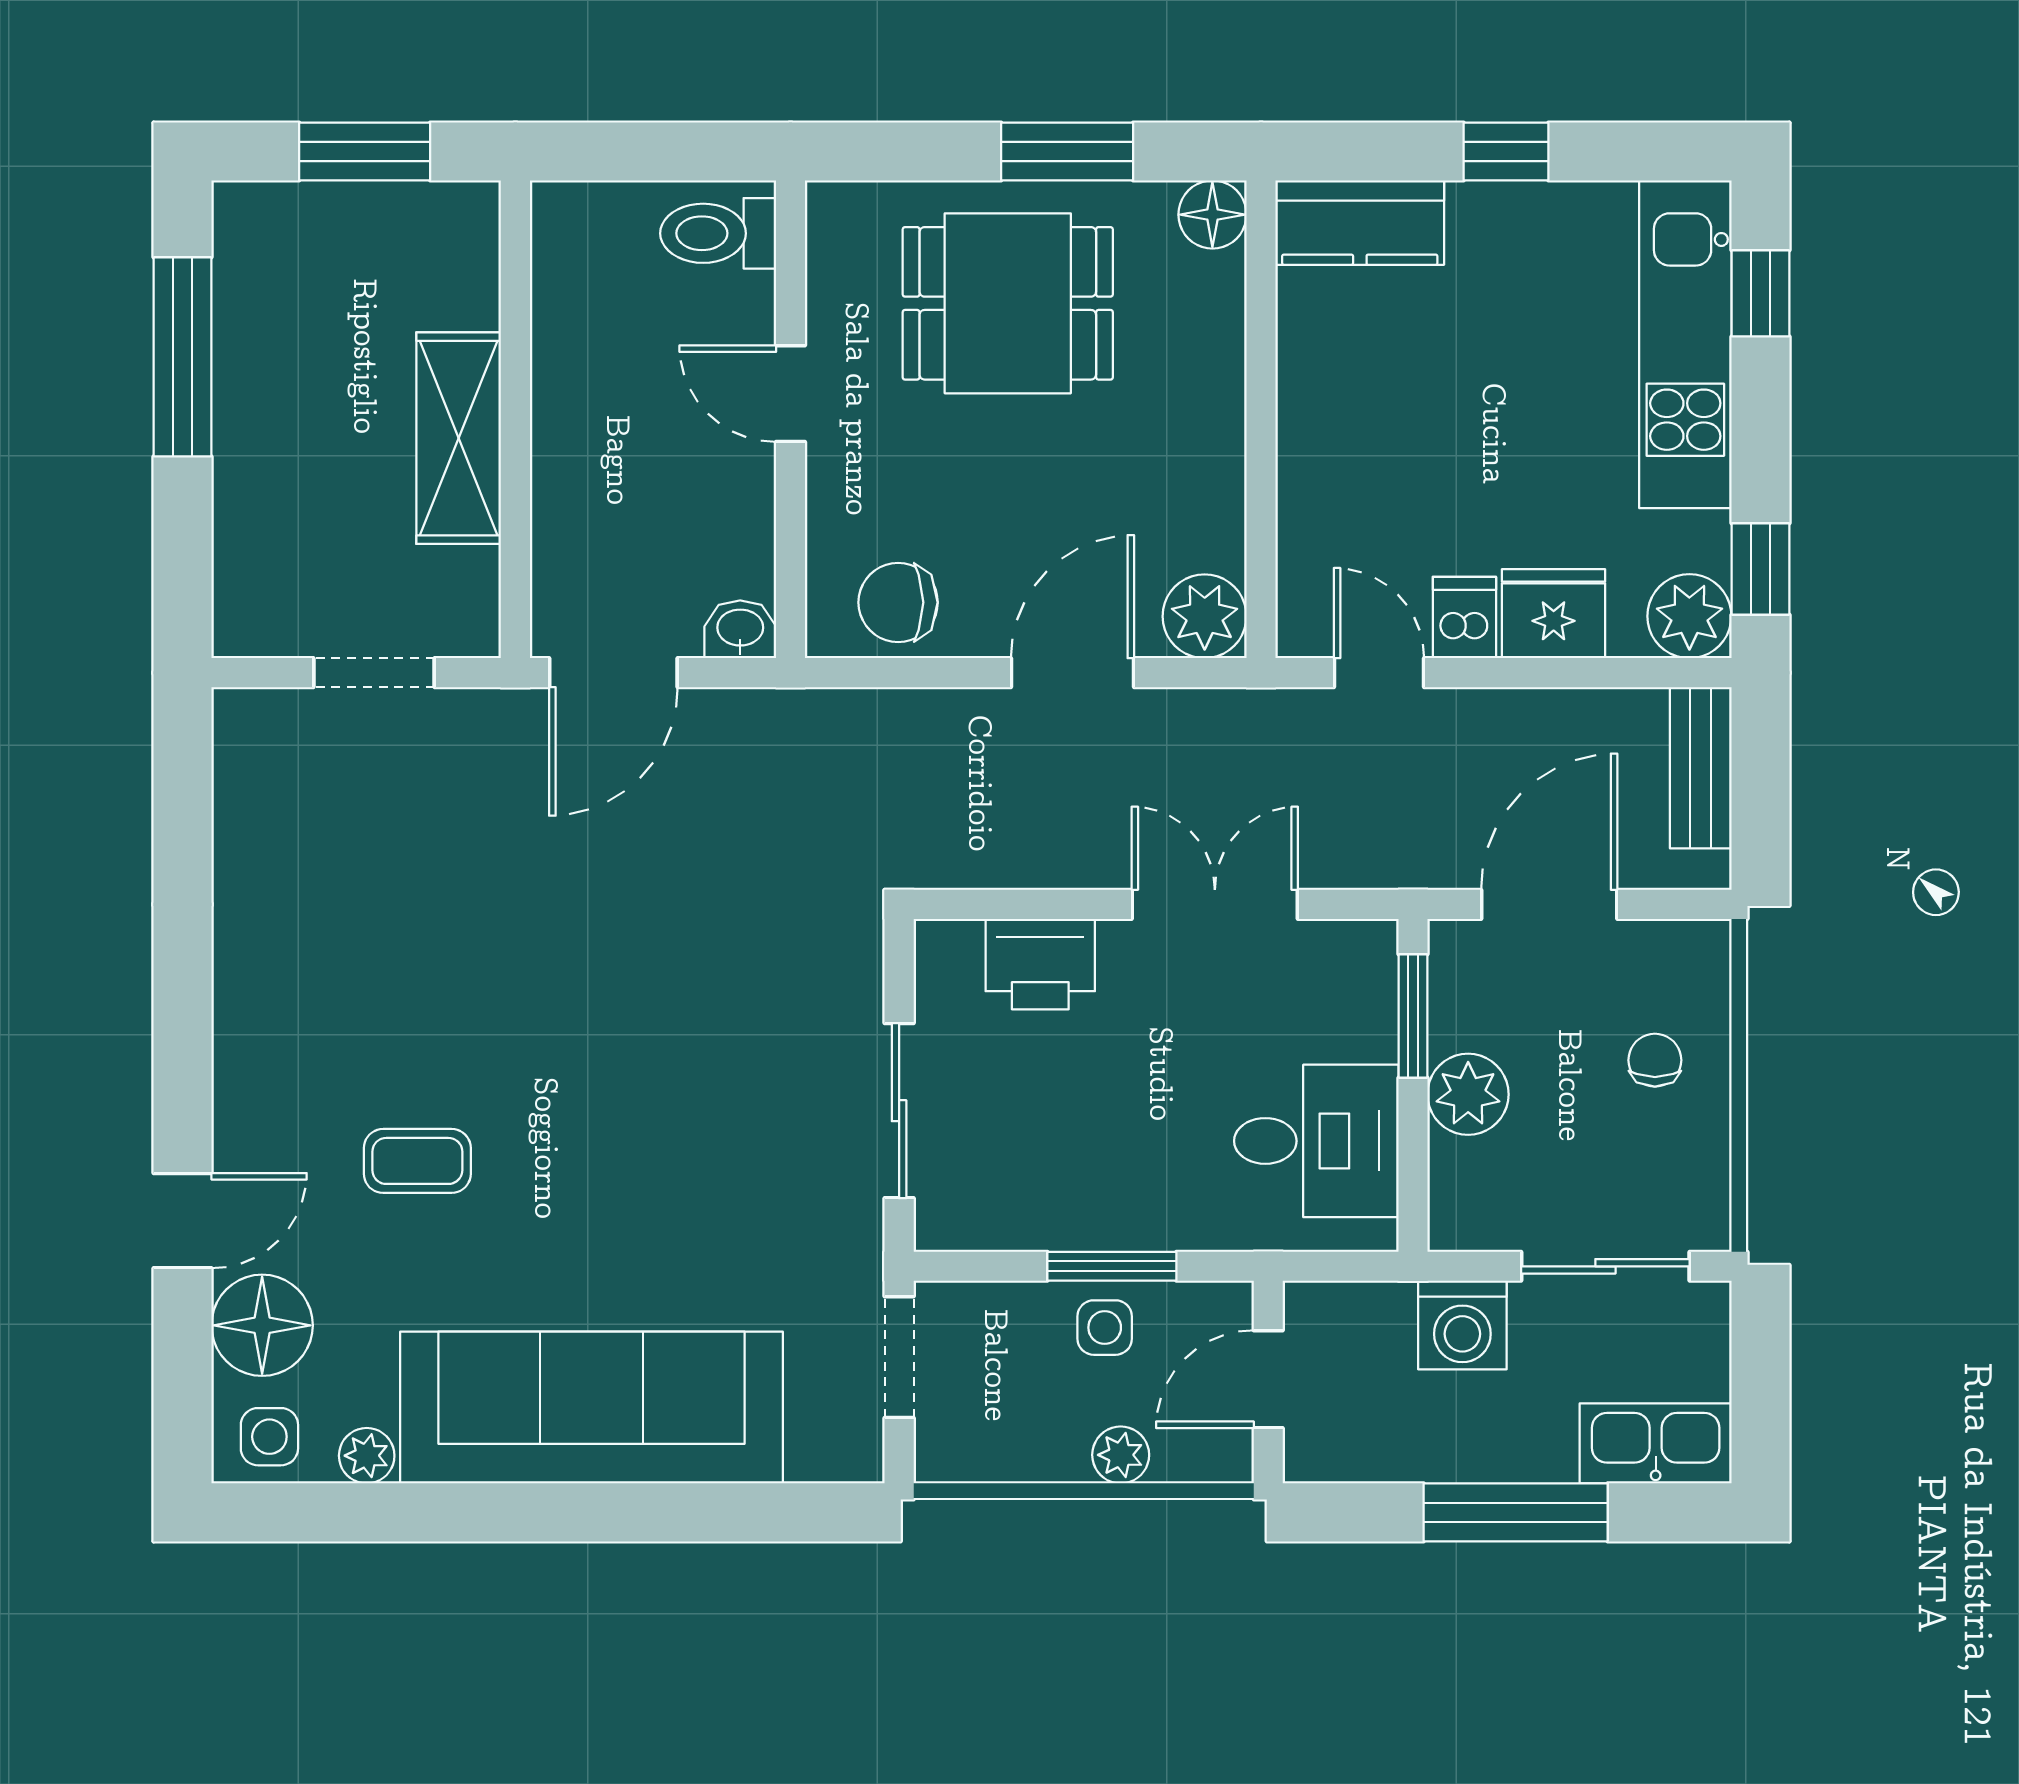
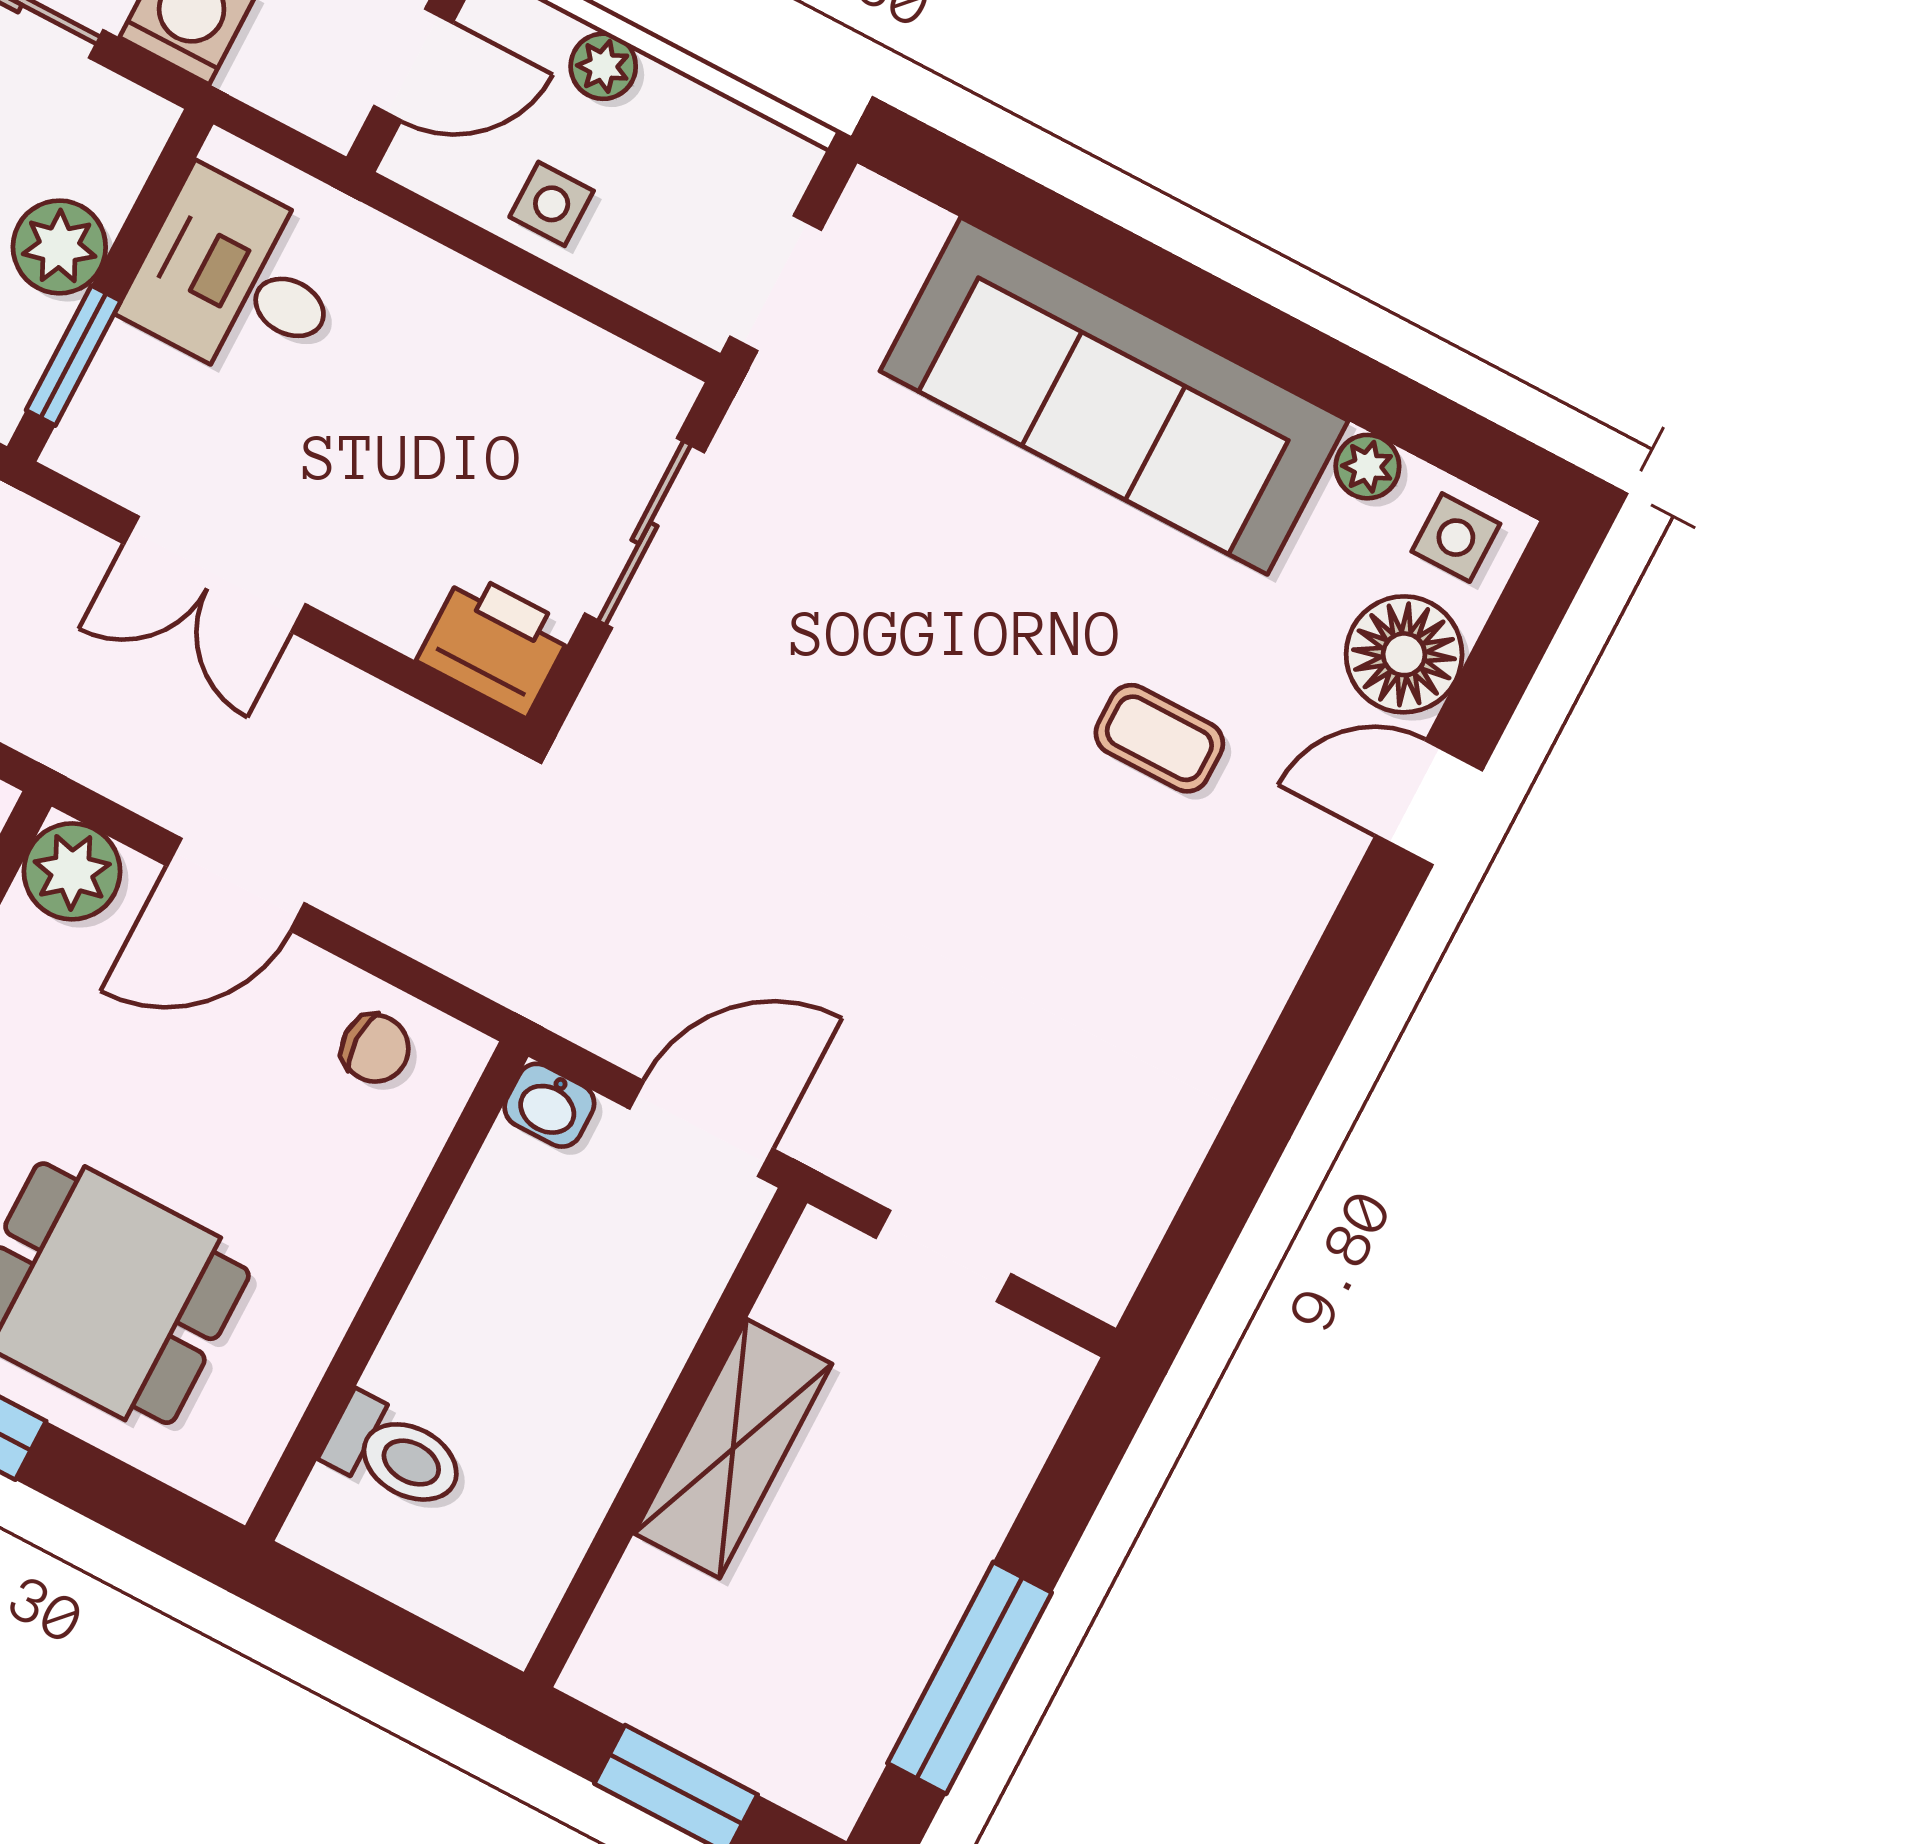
toilet: (718, 233) -> (395, 1454), moved
door: (791, 394) -> (373, 1317), removed
chair: (898, 602) -> (375, 1048), width x0.73, depth x0.73
printer: (1040, 964) -> (495, 644), moved
window: (1112, 1266) -> (512, 262), removed

